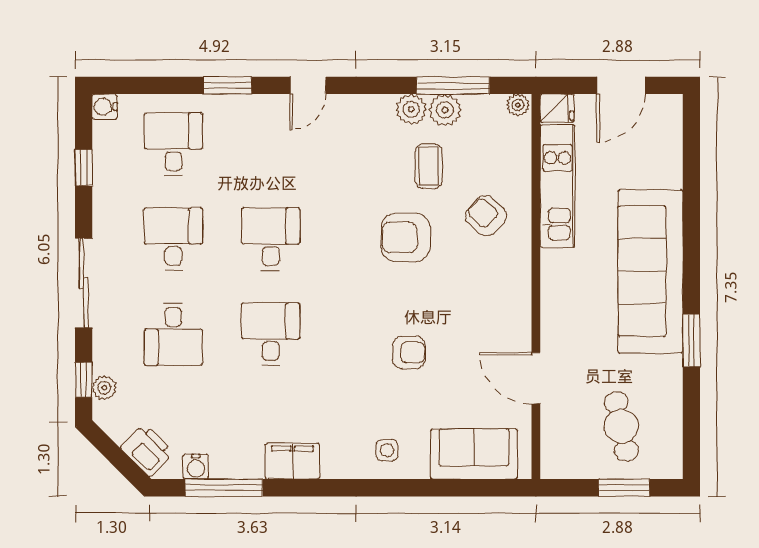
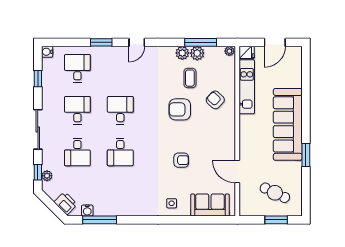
desk: (271, 334) -> (120, 152), turned 180
cafe table: (621, 426) -> (275, 193), turned -52
filing cabinet: (292, 461) -> (130, 208), removed

